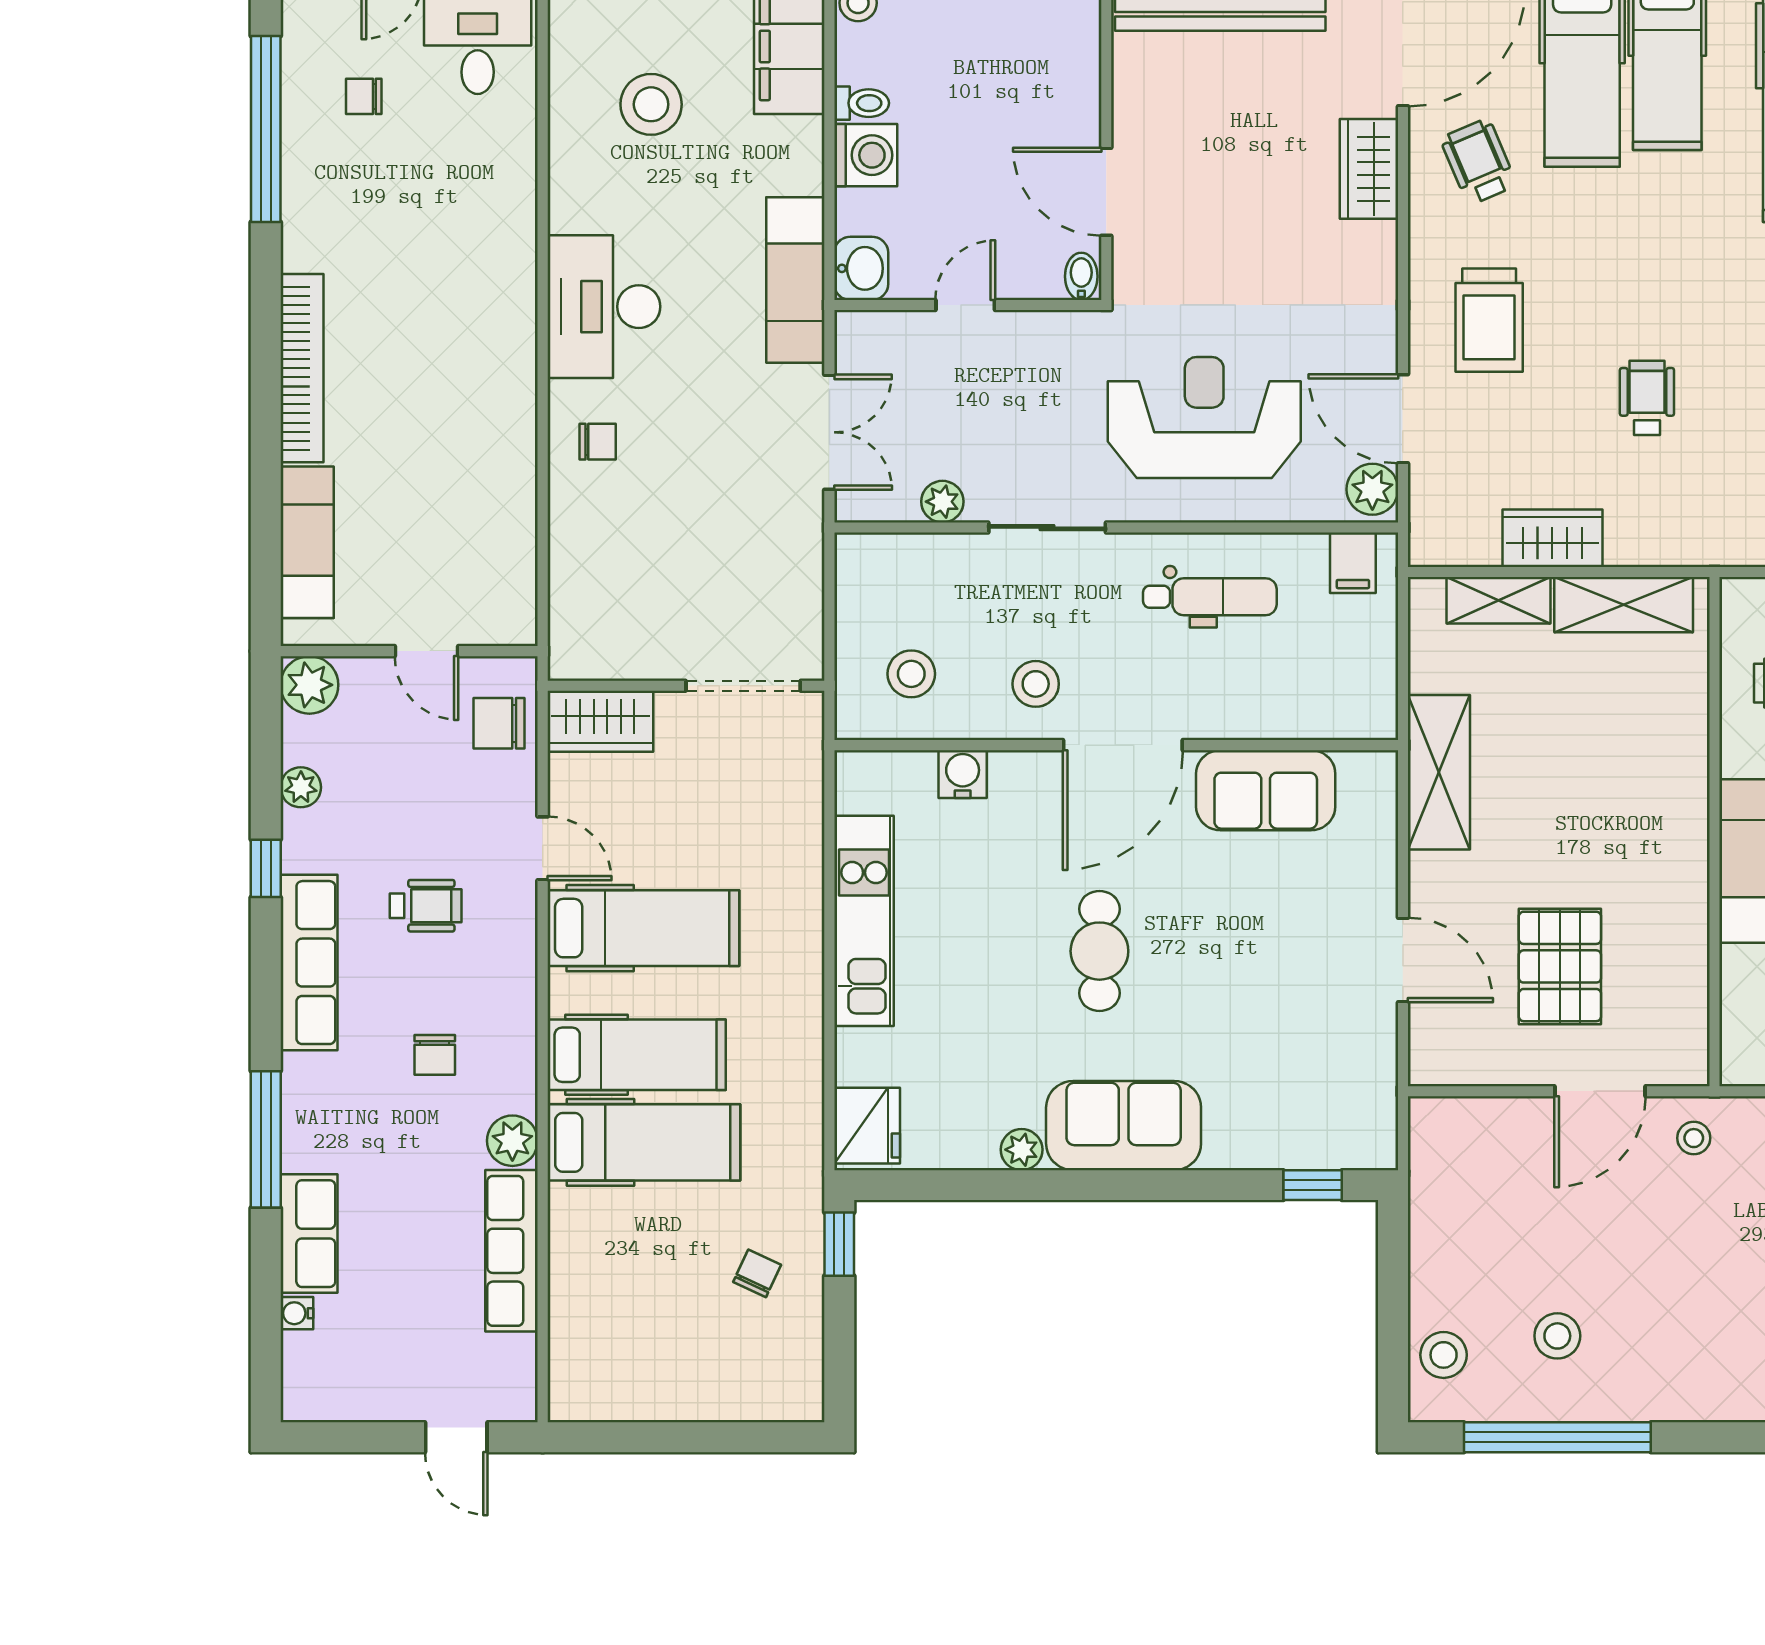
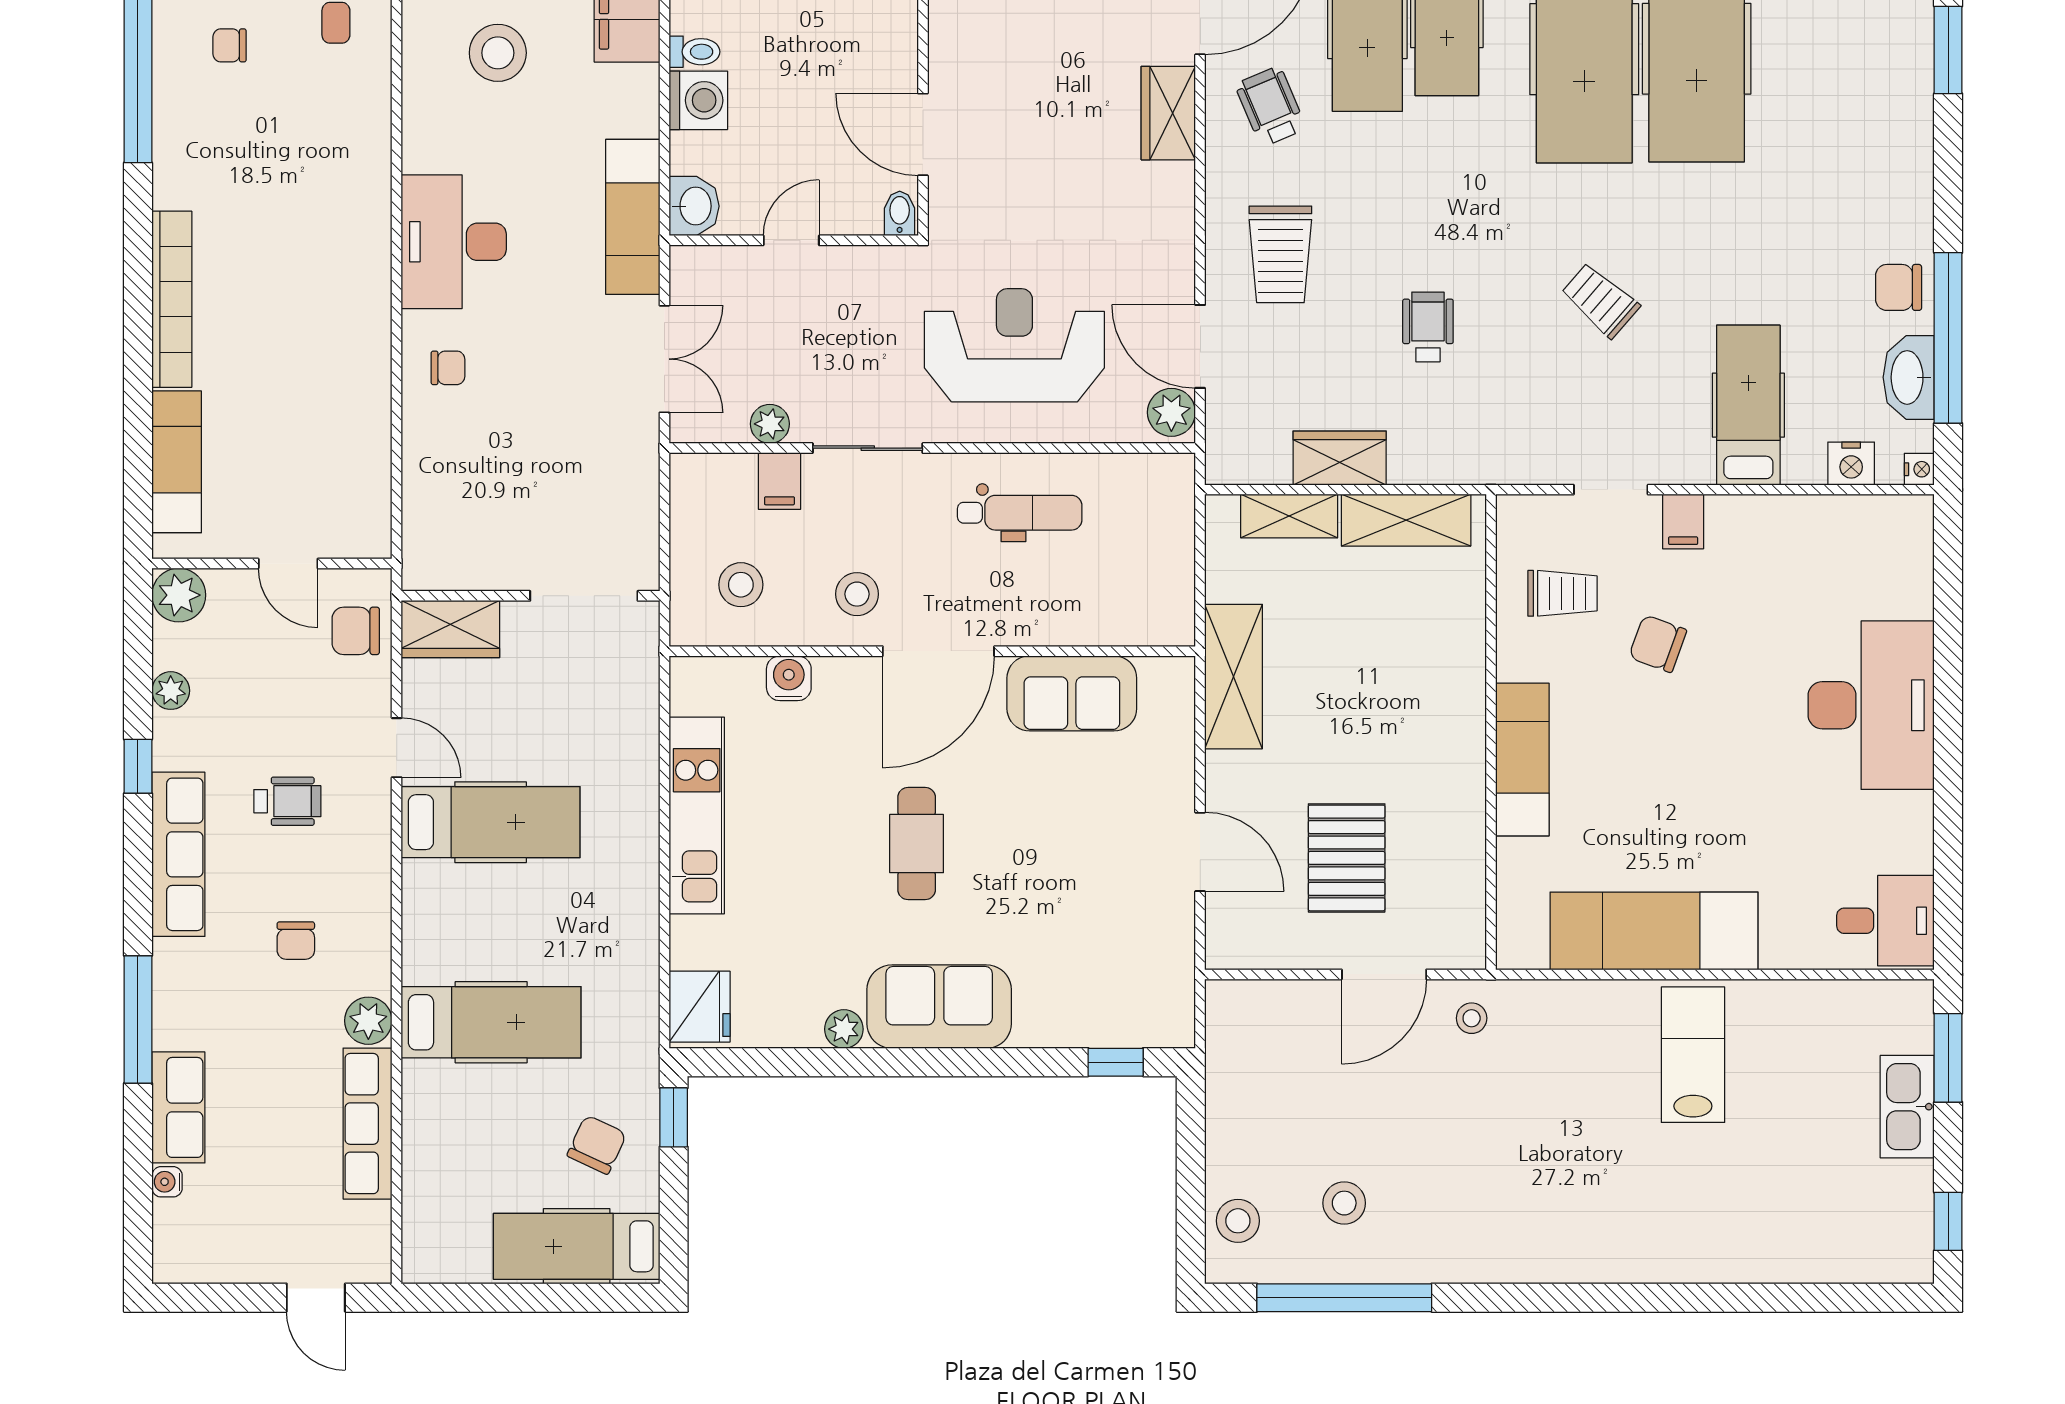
filing cabinet: (1353, 563) -> (779, 481), moved
hospital bed: (637, 1055) -> (577, 1246), moved, turned 180
chair: (757, 1273) -> (597, 1145), width x1.37, depth x1.37

